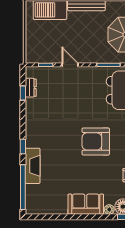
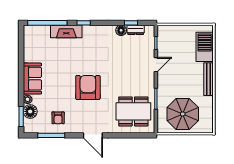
floor lamp: (31, 104) -> (121, 30), added

